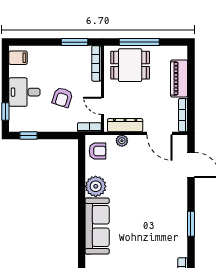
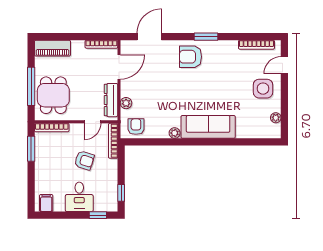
piano: (179, 78) -> (52, 48), moved
bookcase: (89, 127) -> (113, 141), width x1.56
plant: (96, 186) -> (175, 133), width x0.53, depth x0.53
armchair: (170, 208) -> (191, 57), added

